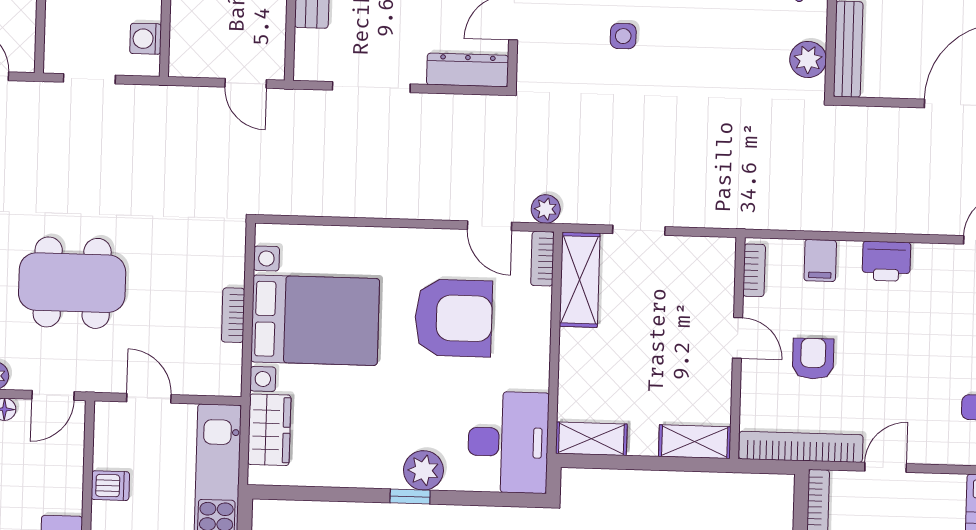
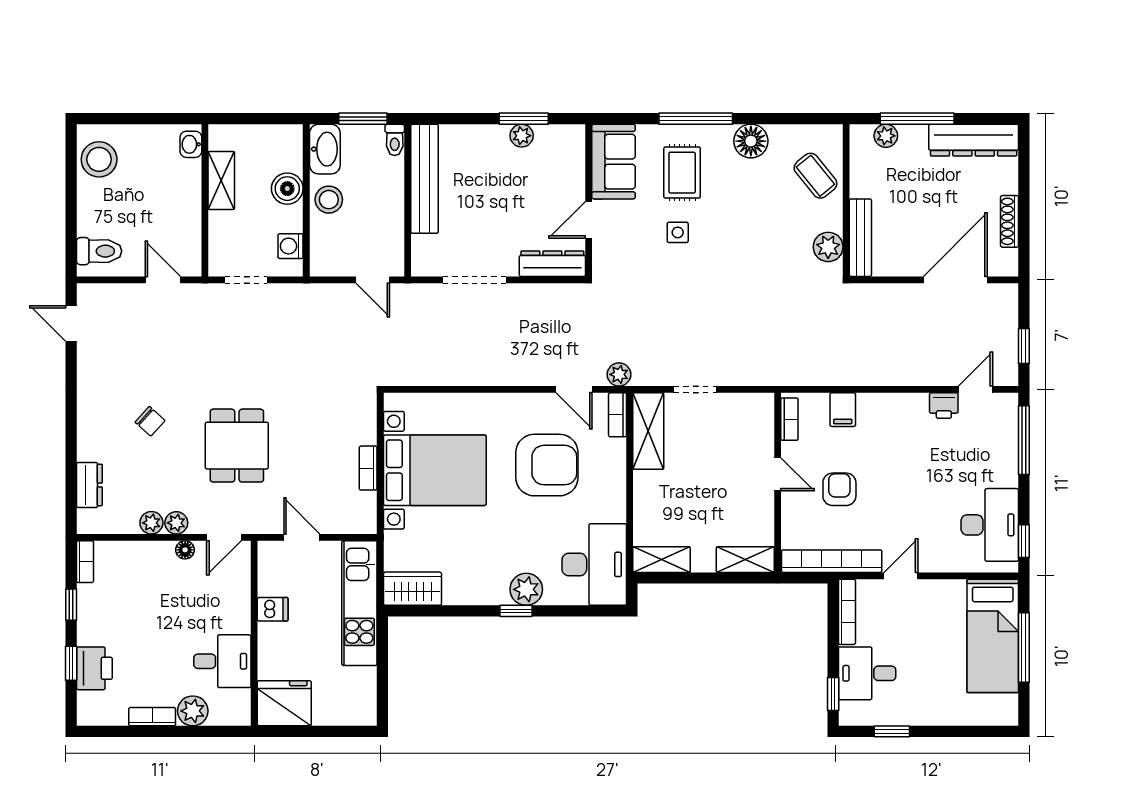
printer: (886, 261) -> (944, 406), moved, width x0.73, depth x0.81
dining table: (72, 283) -> (237, 446), width x0.73
wardrobe: (269, 430) -> (413, 589), moved, turned -90

